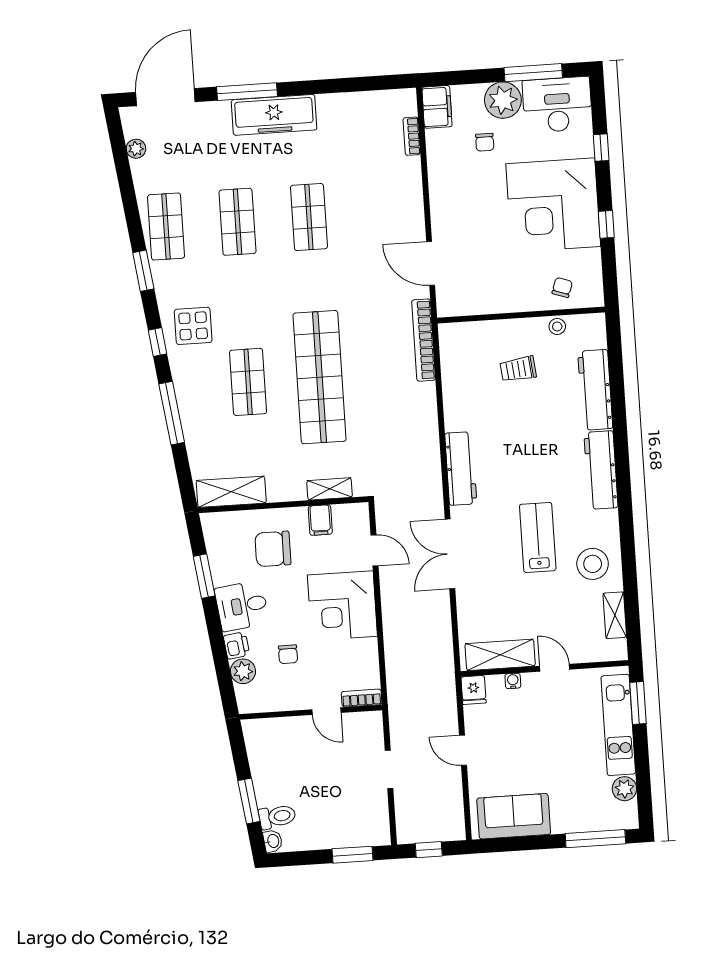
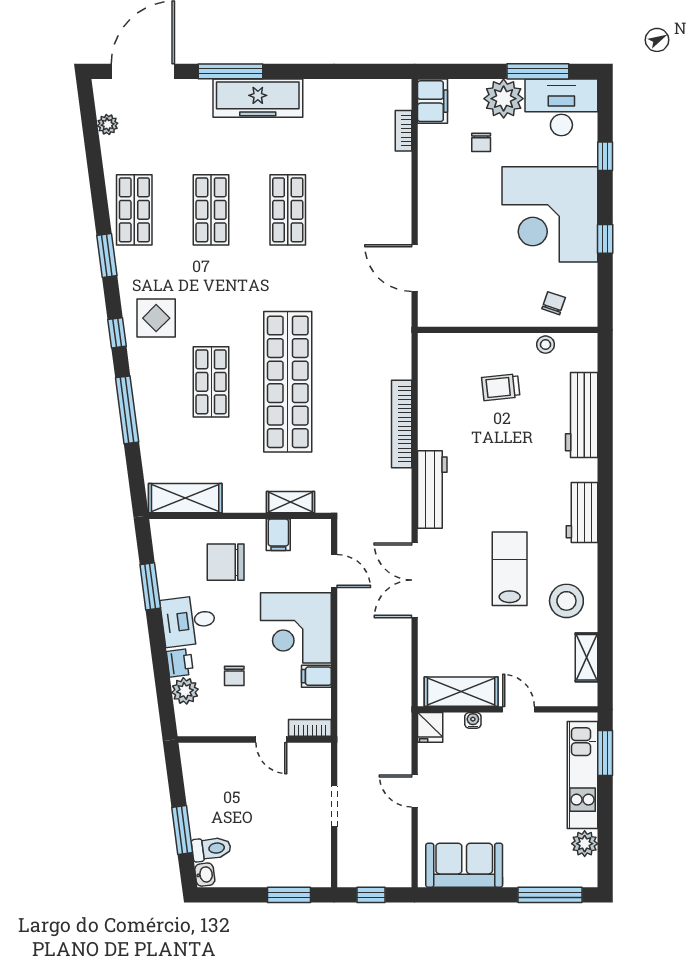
bookcase: (424, 340) -> (402, 424), moved
workbench: (601, 470) -> (582, 512), width x0.73
filing cabinet: (364, 649) -> (316, 676), added

